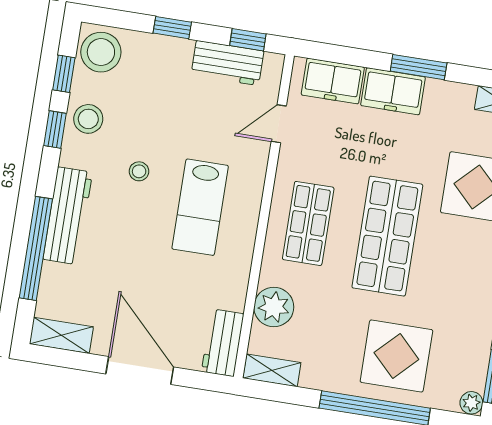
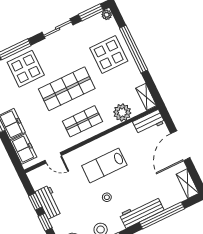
window: (248, 40) -> (35, 201), moved
workbench: (227, 63) -> (49, 202), moved
lab bench: (200, 207) -> (104, 165), turned 180

